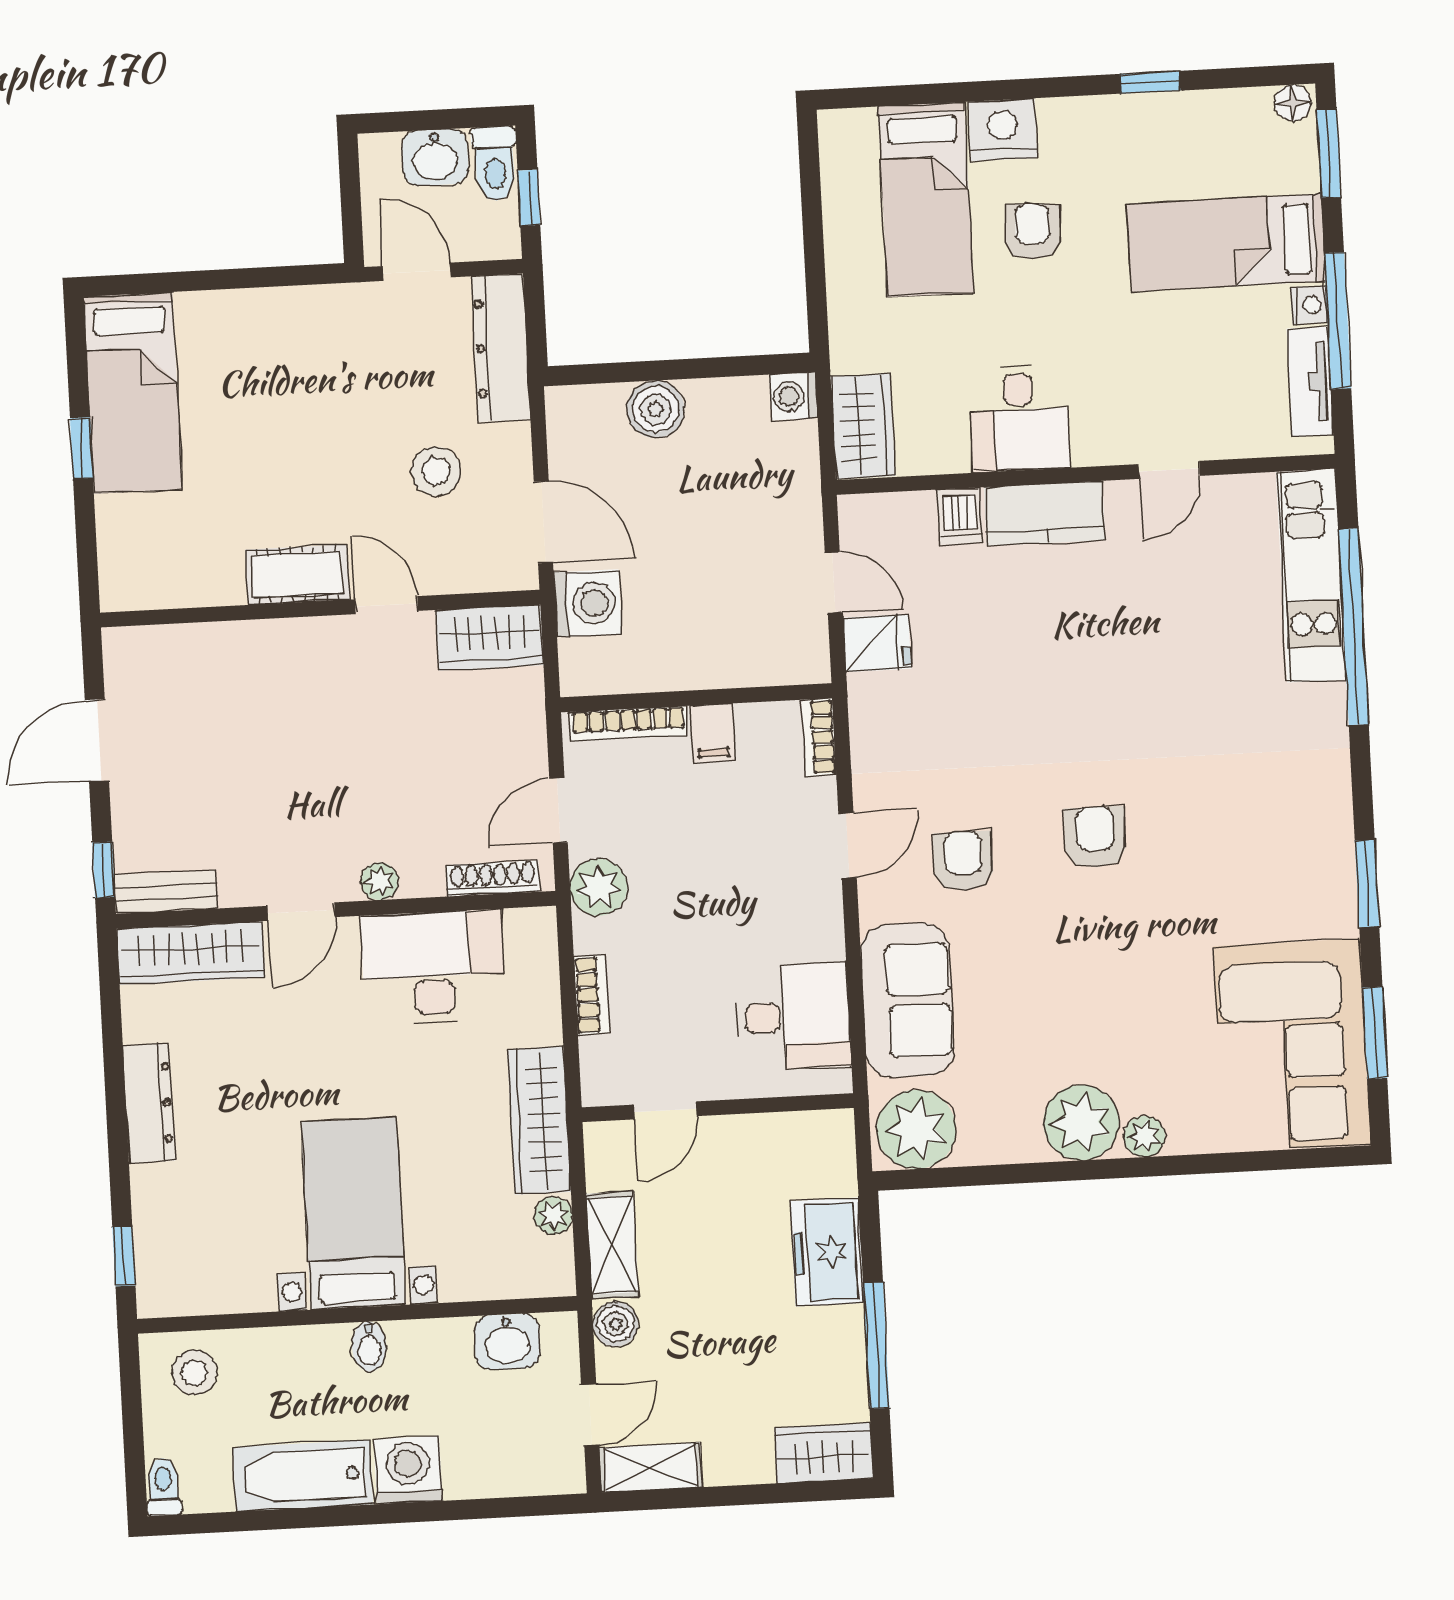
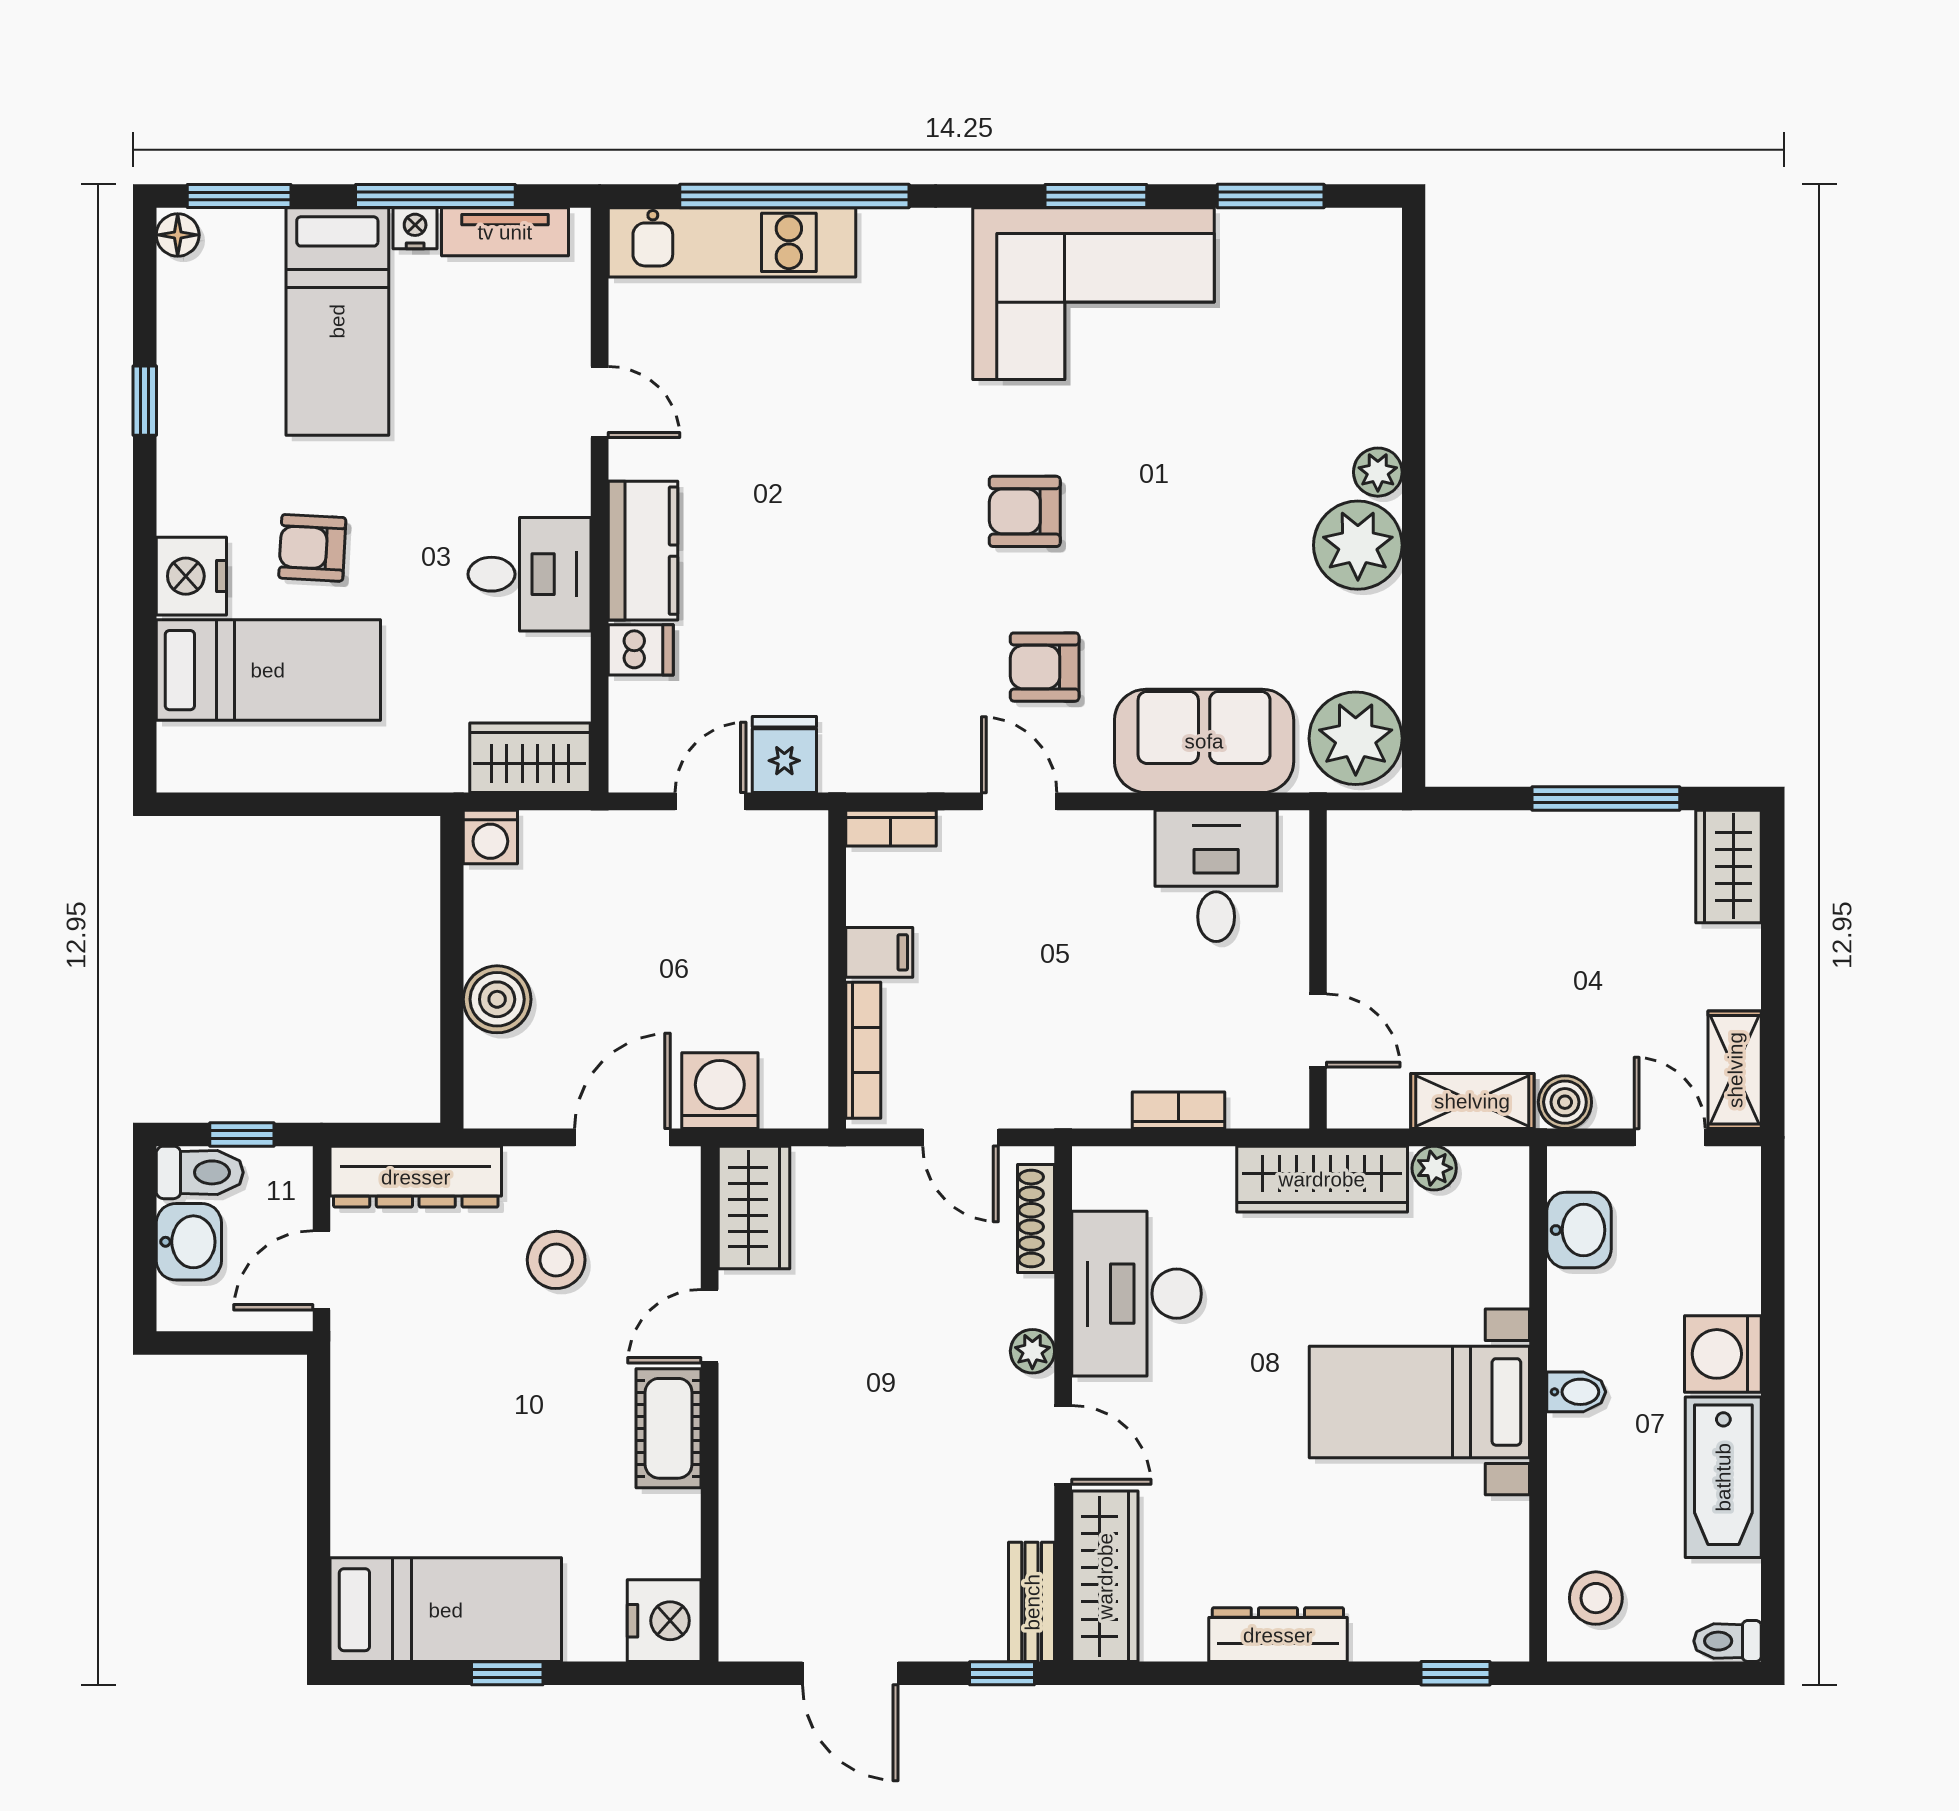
nightstand: (133, 579) -> (664, 1621), added
plant: (599, 887) -> (1053, 1095), removed
corner sofa: (1292, 1045) -> (1093, 294), moved
freezer: (827, 1252) -> (1494, 850), removed

